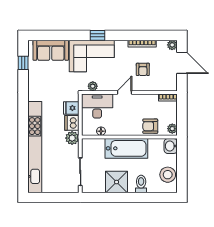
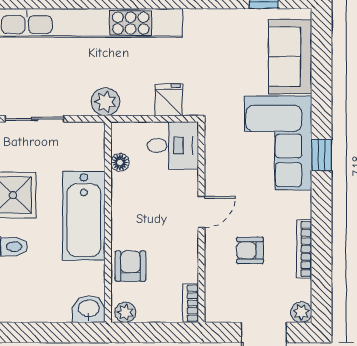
plant: (93, 86) -> (214, 145), removed
door: (125, 92) -> (201, 212), hinge flipped
desk: (97, 106) -> (173, 145), width x0.73
dishwasher: (72, 123) -> (137, 101), removed
stool: (168, 175) -> (28, 303), removed

